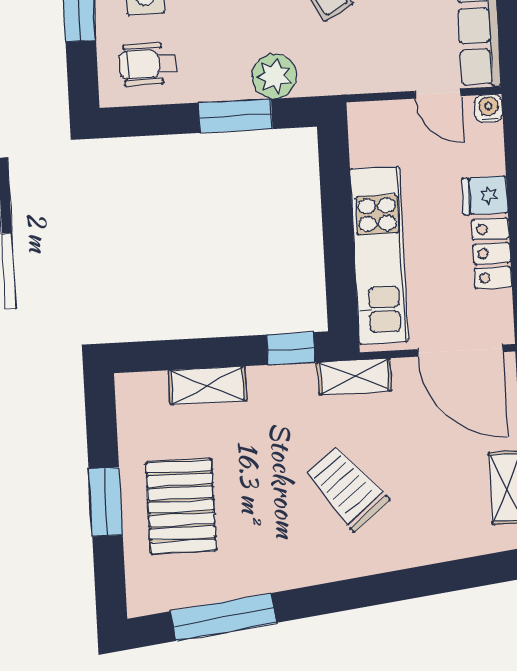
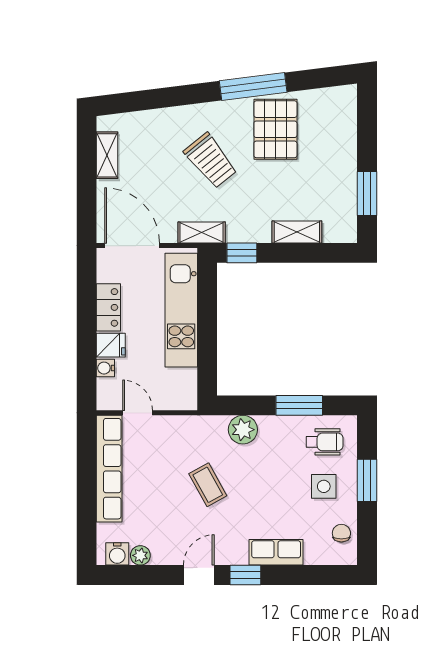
water cooler: (488, 108) -> (105, 368), moved, turned 90
window: (236, 116) -> (299, 405), moved
window: (106, 502) -> (367, 193), moved
pallet: (181, 506) -> (275, 129), moved
window: (224, 617) -> (253, 87), moved

